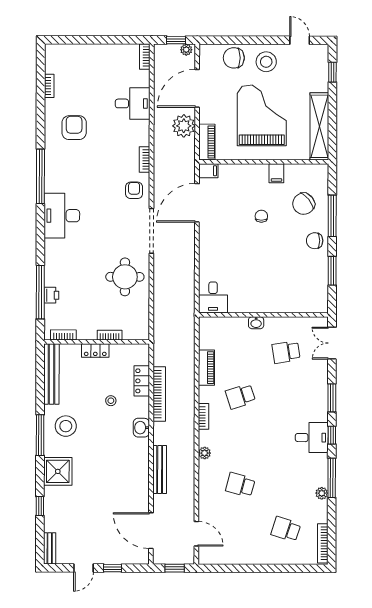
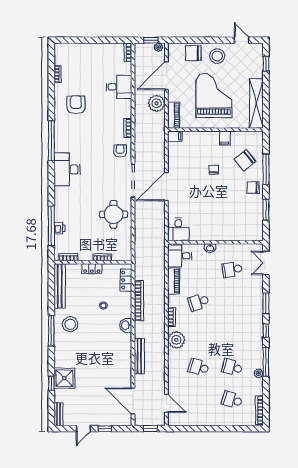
door: (197, 203) -> (166, 187), moved
locker: (142, 381) -> (126, 280), moved
desk: (312, 438) -> (180, 256), moved, turned 180
plant: (205, 453) -> (176, 340), width x1.88, depth x1.88
shower: (58, 471) -> (64, 378), moved
school desk: (286, 485) -> (232, 367), added

